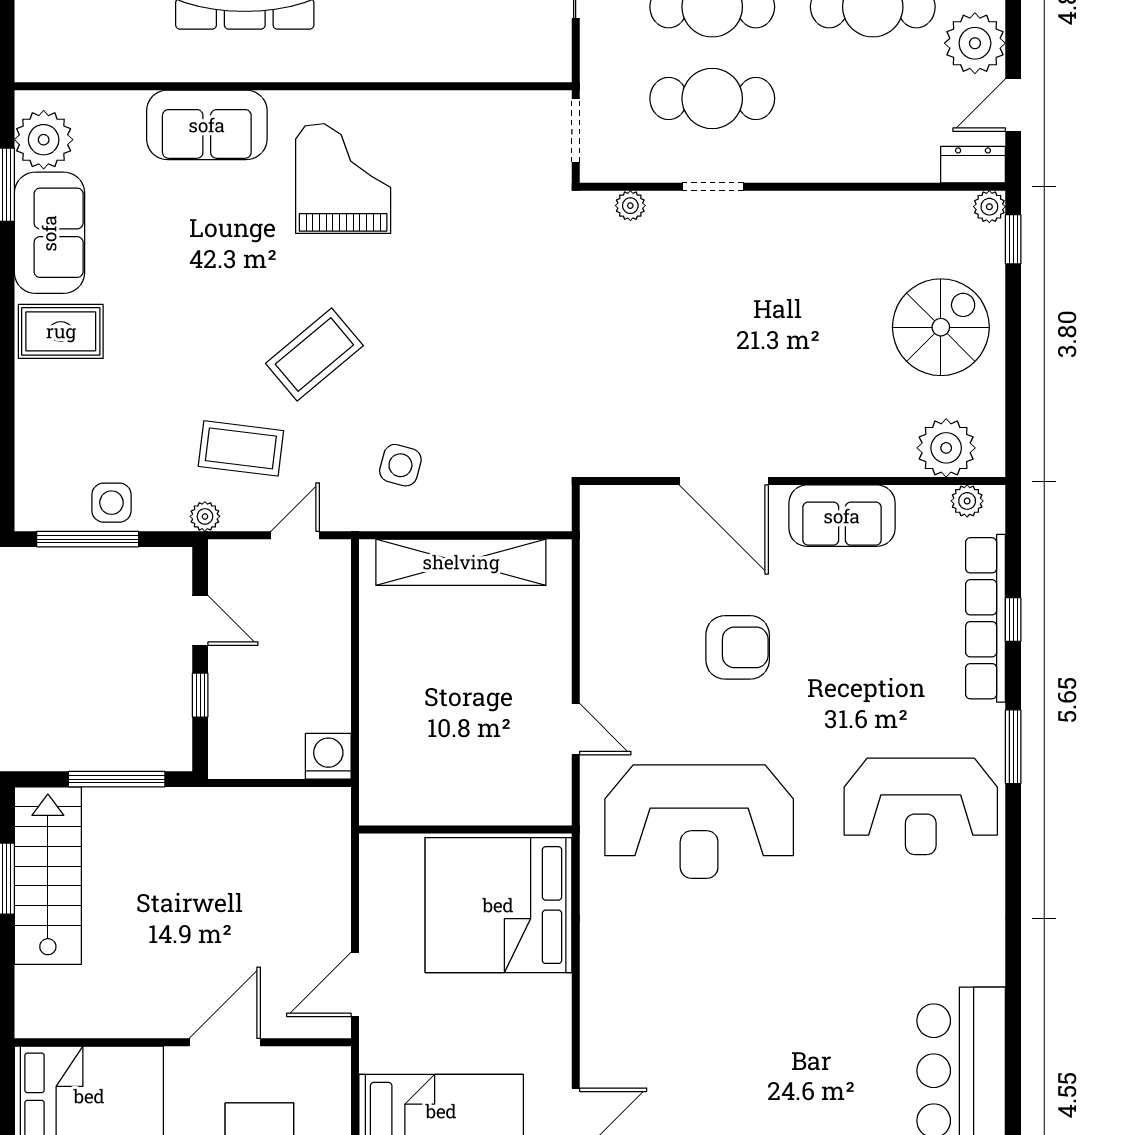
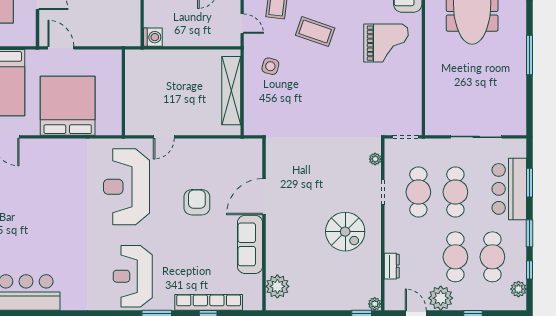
dresser: (973, 165) -> (392, 266), moved
spiral stairs: (941, 327) -> (345, 232), moved
coffee table: (314, 354) -> (315, 32), turned -31
plant: (967, 501) -> (256, 295), removed
sofa: (842, 516) -> (250, 244), width x1.36
armchair: (738, 647) -> (197, 202), turned 180
bed: (498, 905) -> (68, 106), moved

